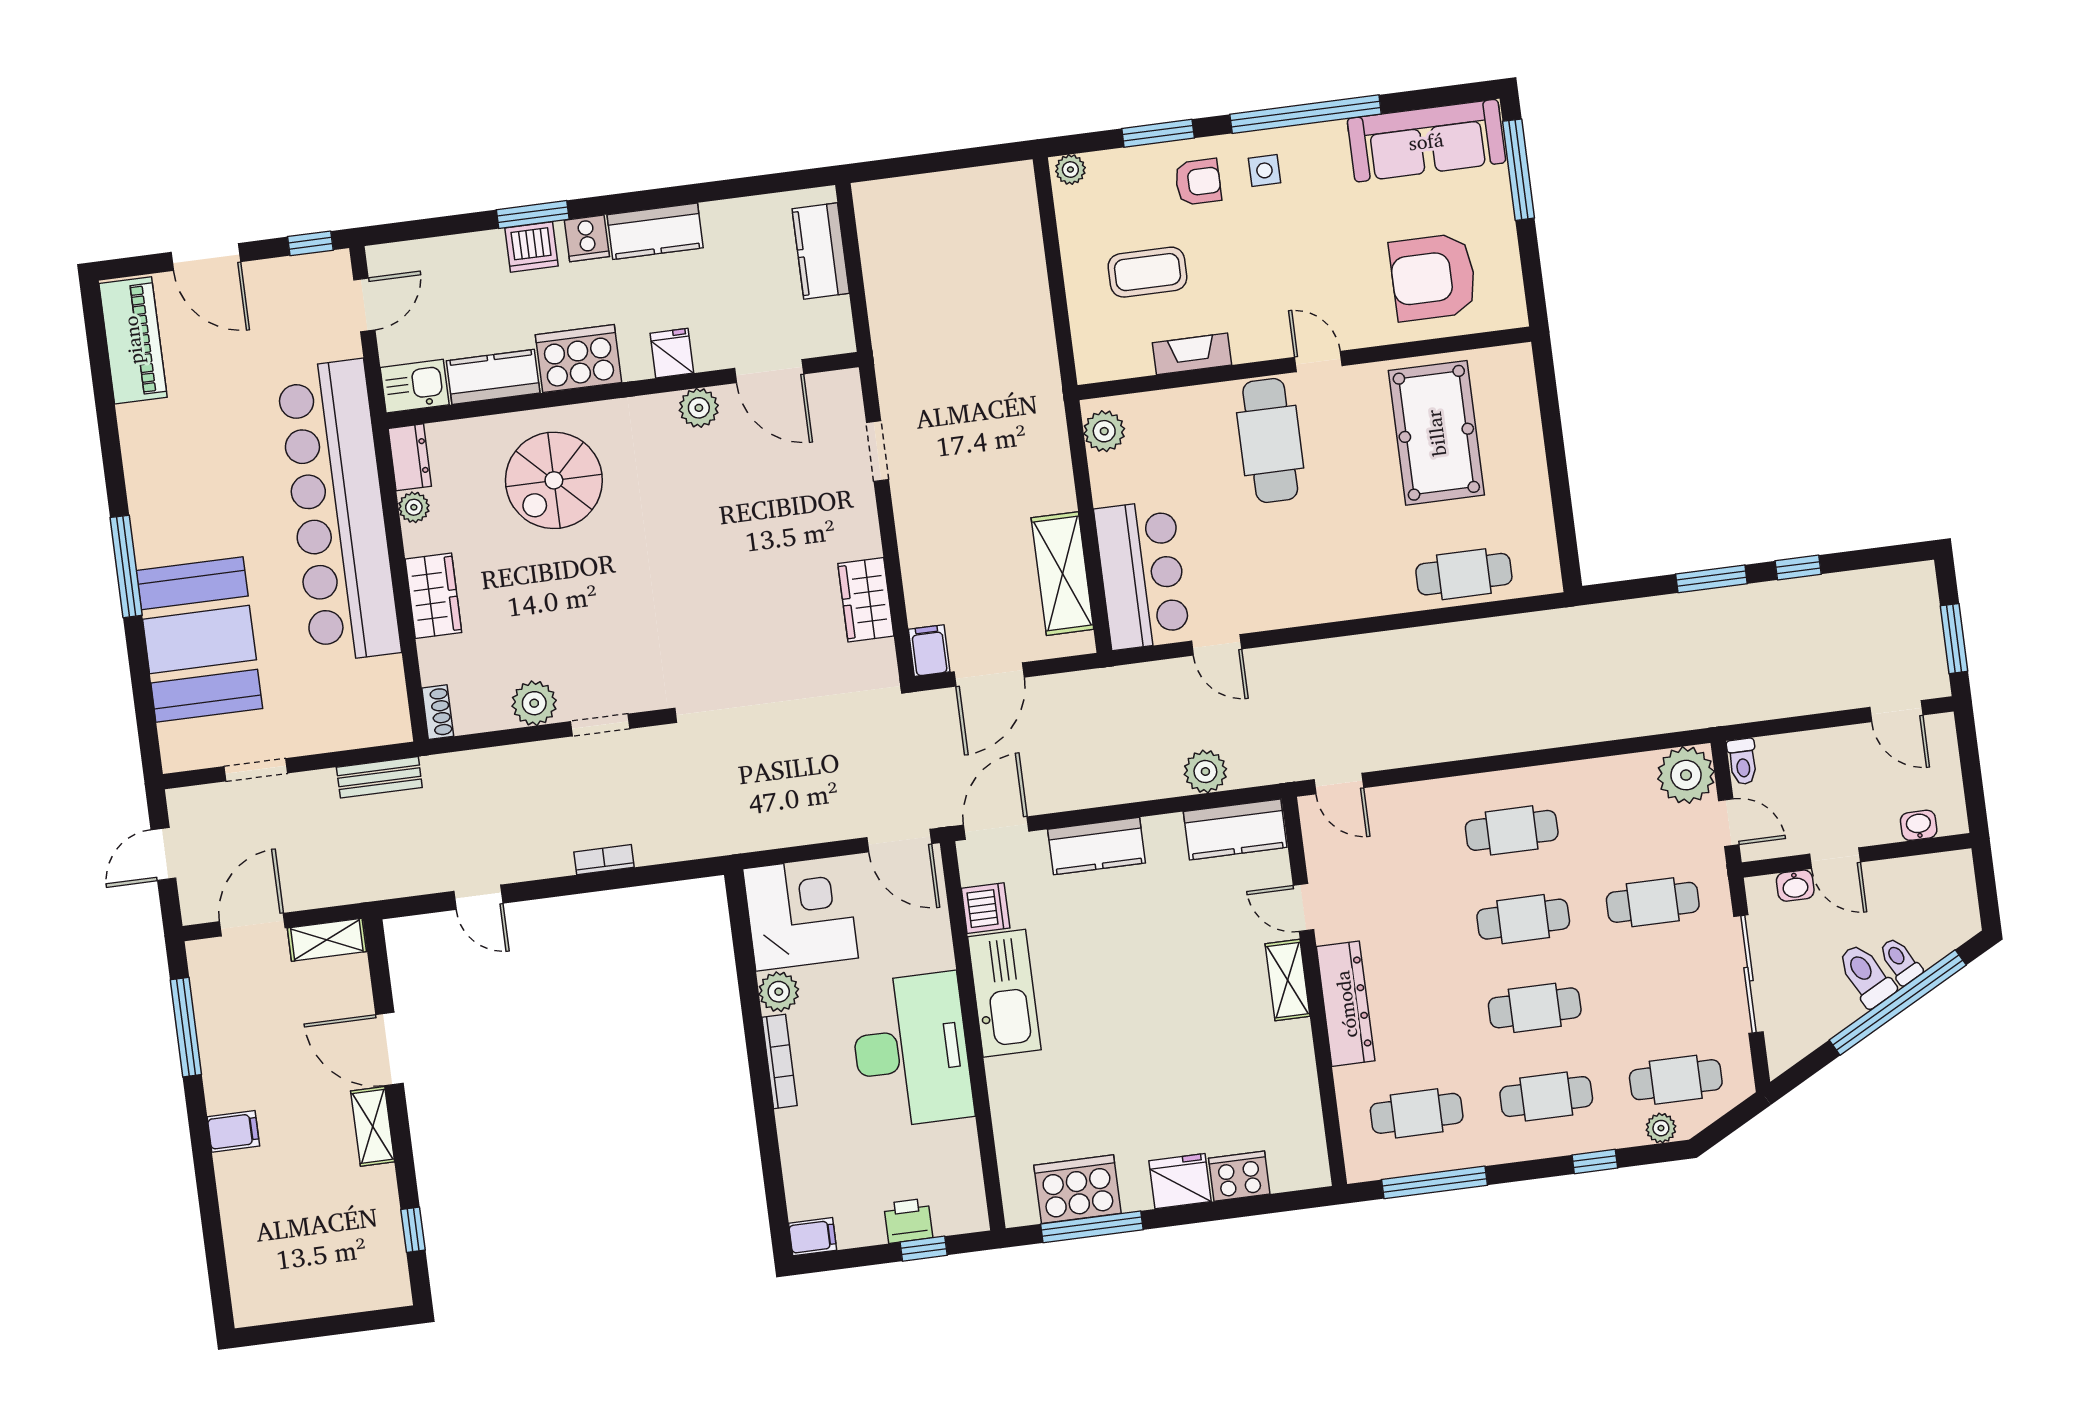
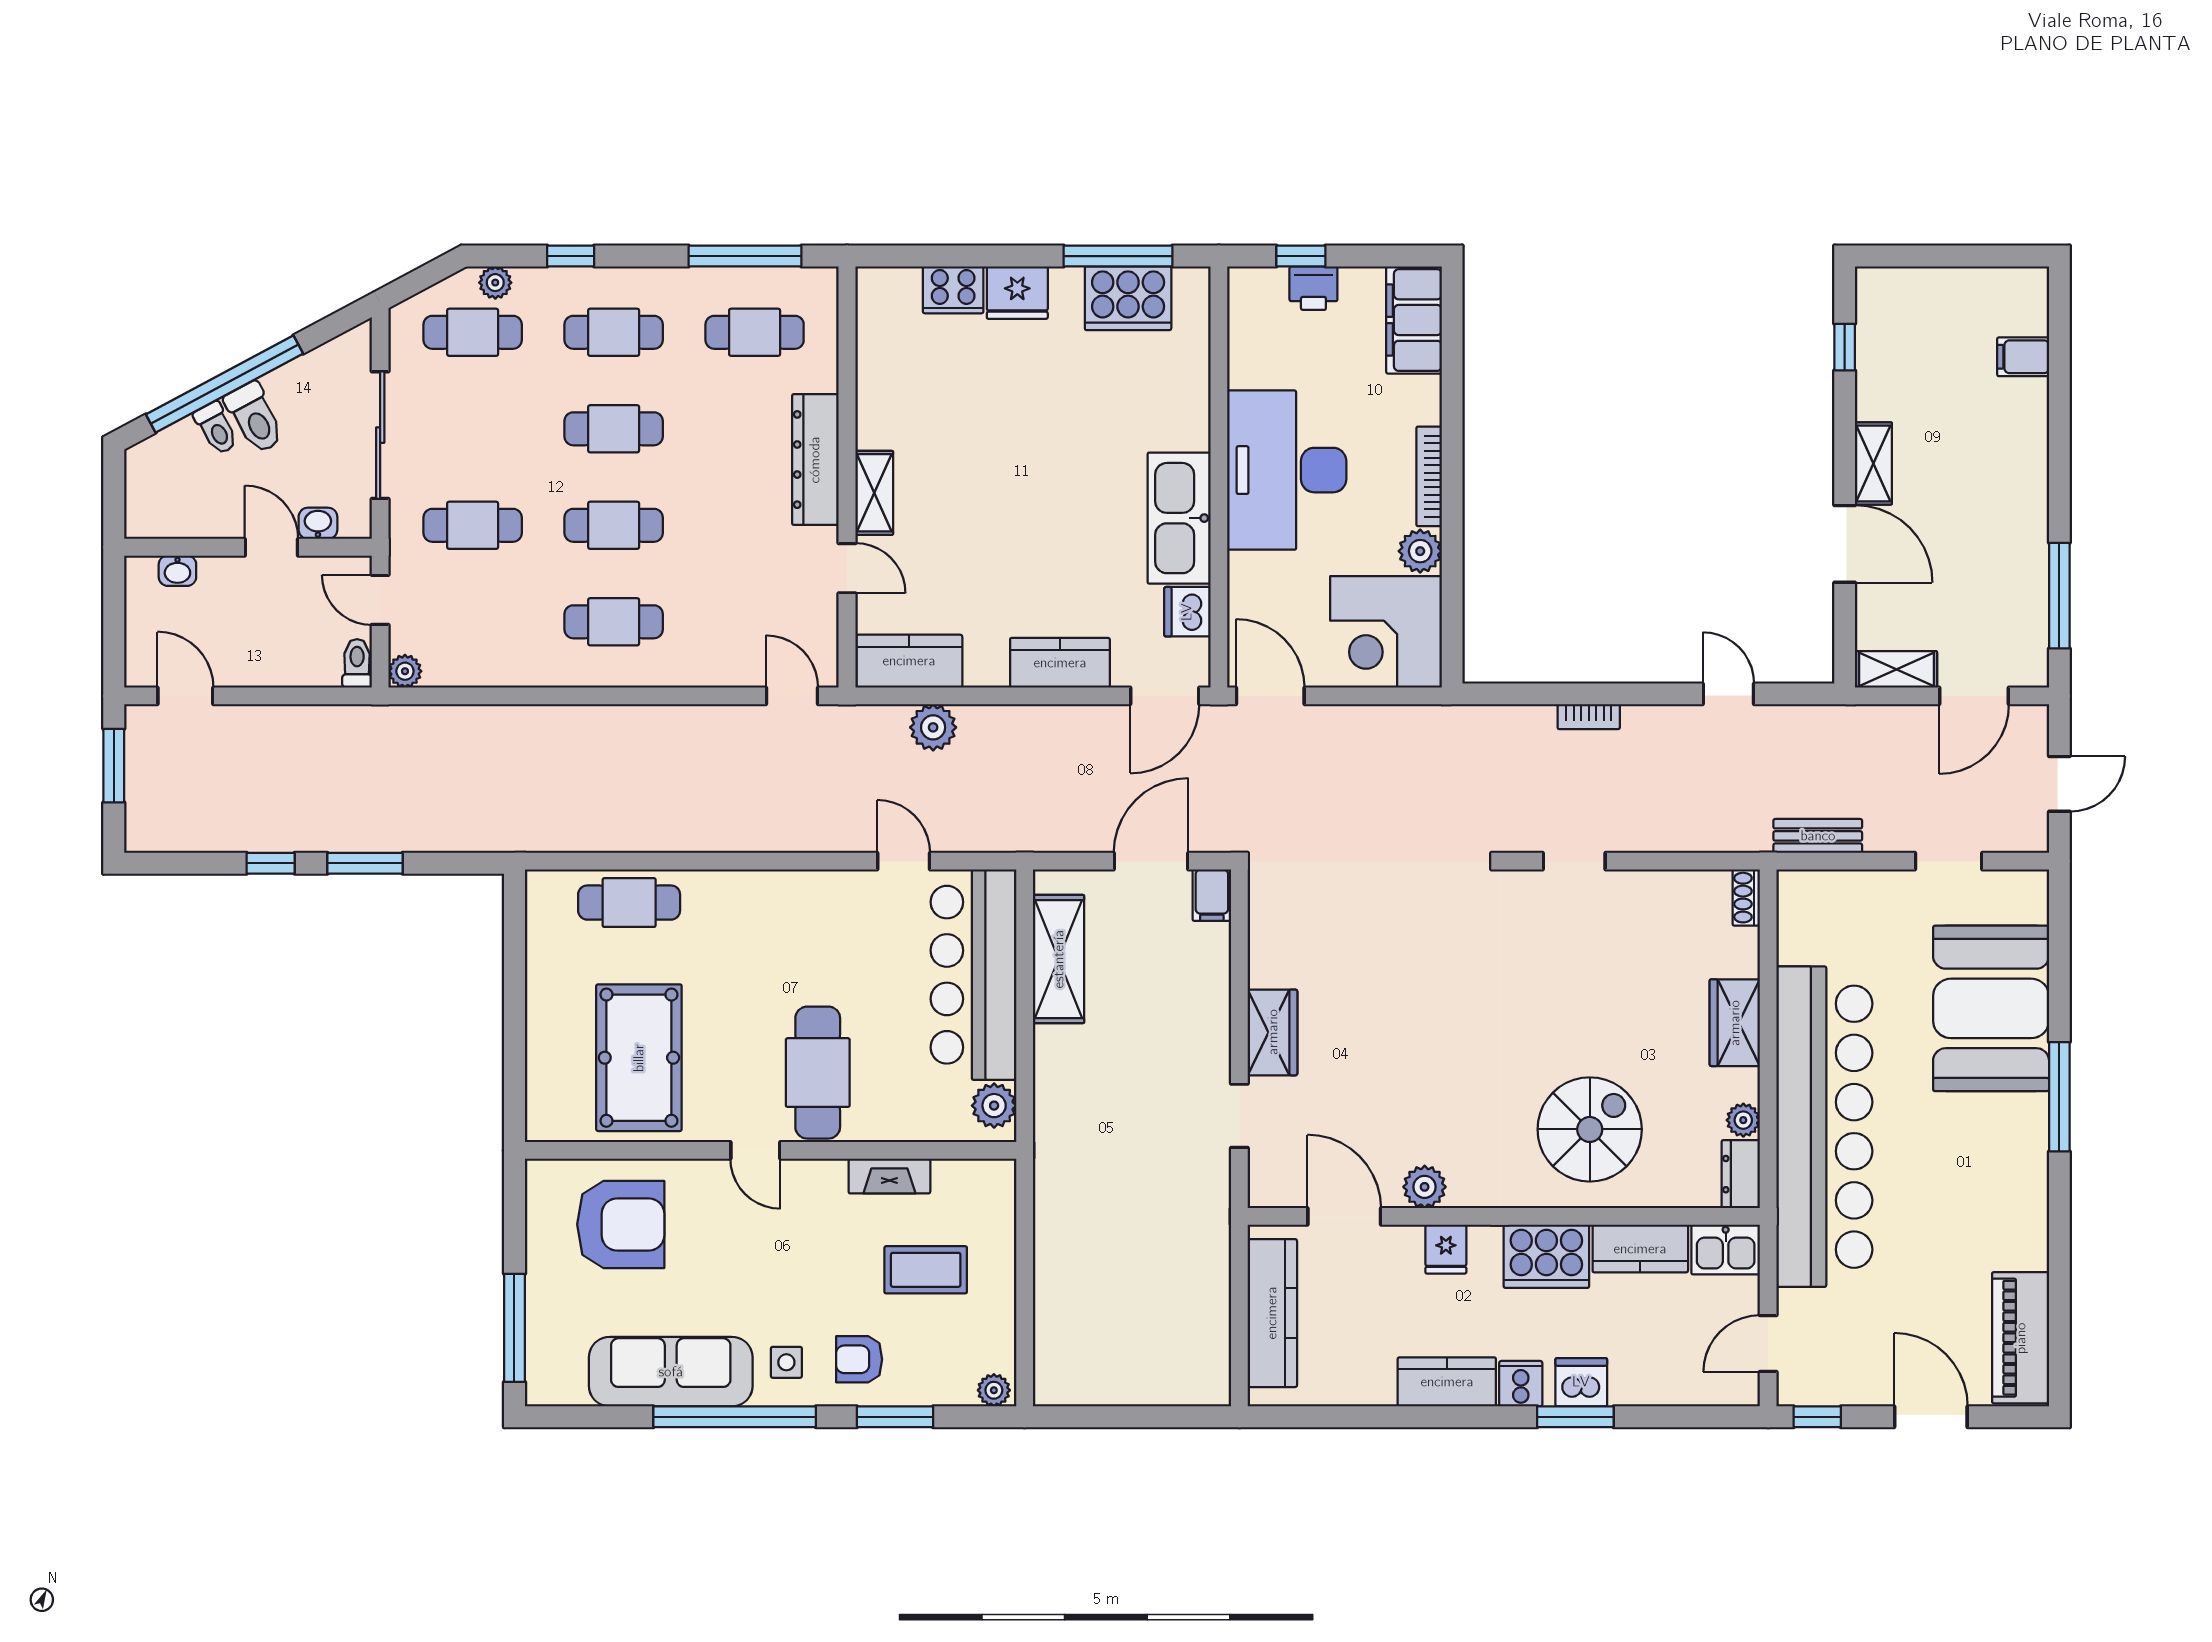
sofa: (1426, 141) -> (671, 1372), moved
kitchen counter: (821, 251) -> (1272, 1313), width x1.50
bar counter: (1142, 575) -> (973, 975), width x1.36
wardrobe: (866, 600) -> (1273, 1032), moved
plant: (534, 703) -> (1642, 894), removed
plant: (1686, 775) -> (405, 671), width x0.53, depth x0.53
filing cabinet: (233, 1131) -> (2023, 357), moved
filing cabinet: (813, 1237) -> (1414, 320), width x3.00, depth x1.17

